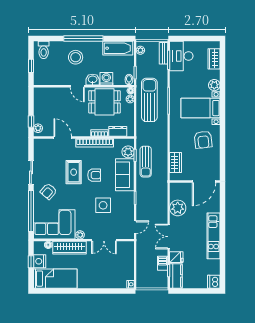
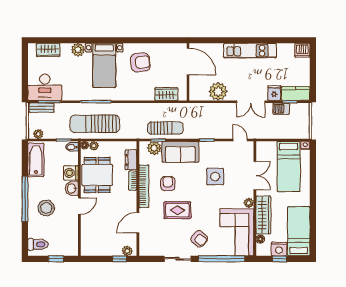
armchair: (94, 175) -> (168, 184), moved
bed: (112, 270) -> (289, 166), added

